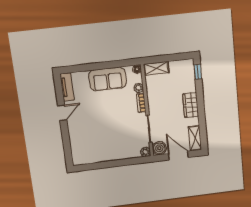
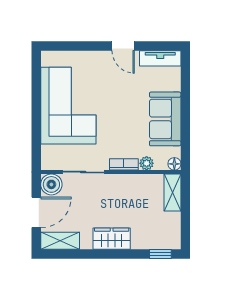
corner sofa: (107, 144) -> (68, 106), added
plant: (145, 152) -> (48, 163), removed

